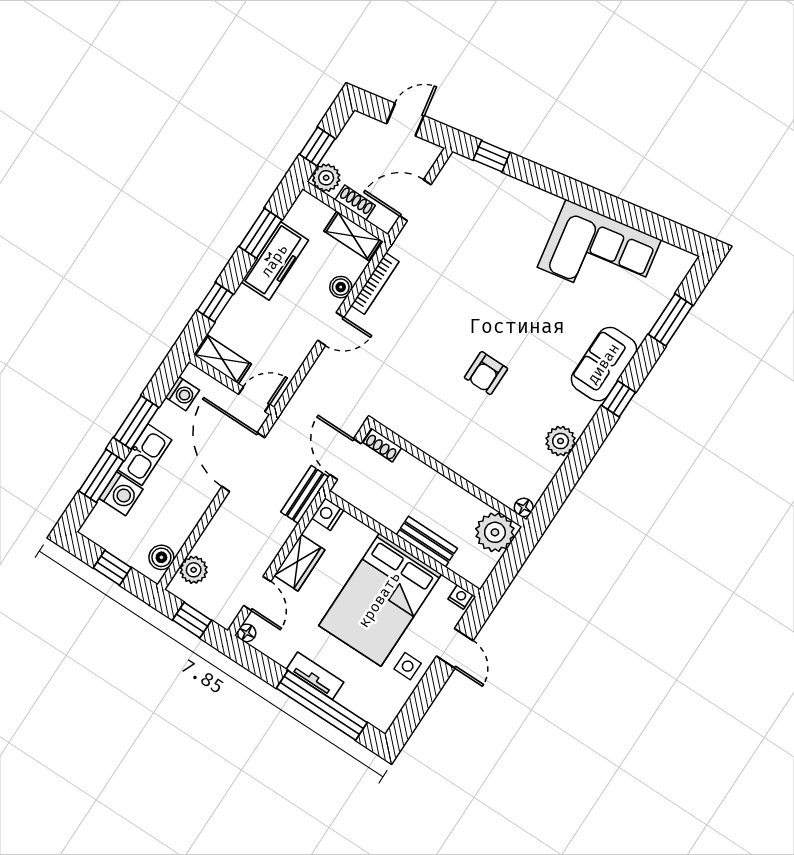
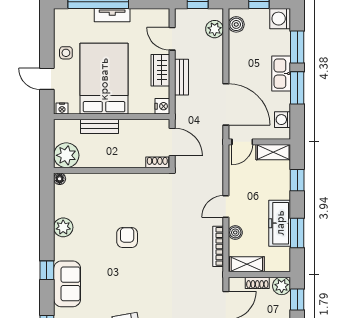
washing machine: (121, 494) -> (280, 19), moved
bench: (305, 495) -> (181, 77), moved
floor lamp: (247, 633) -> (164, 14), removed

